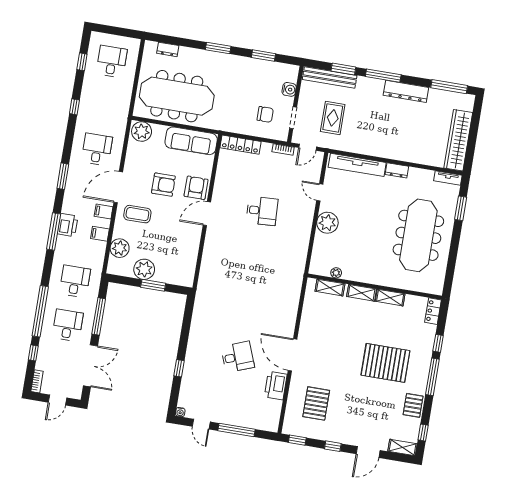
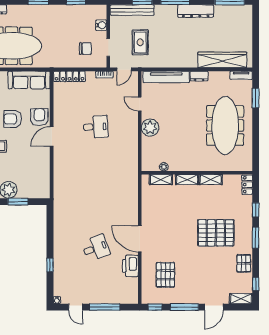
wardrobe: (458, 140) -> (222, 60), moved, turned 90
armchair: (163, 185) -> (13, 119), turned 180
window: (432, 377) -> (256, 238), width x0.69
window: (333, 446) -> (185, 307), width x2.17

